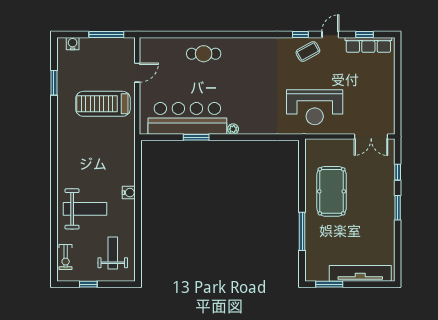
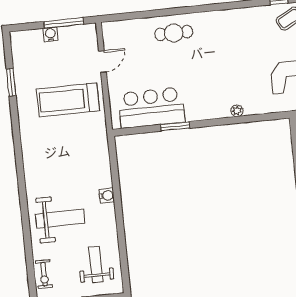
water cooler: (73, 44) -> (50, 34), moved
bar counter: (187, 118) -> (152, 108), width x0.73
plant: (233, 129) -> (237, 111), moved

